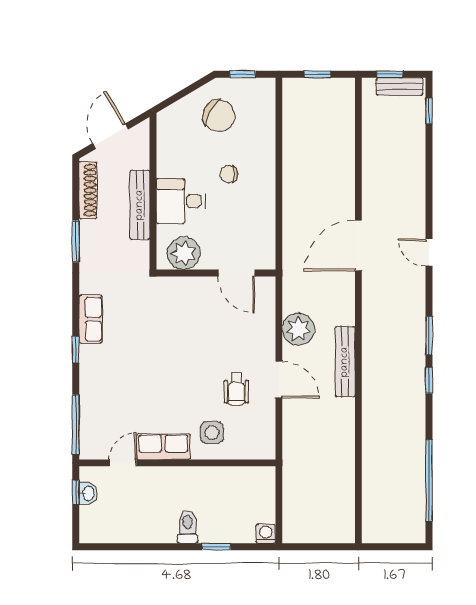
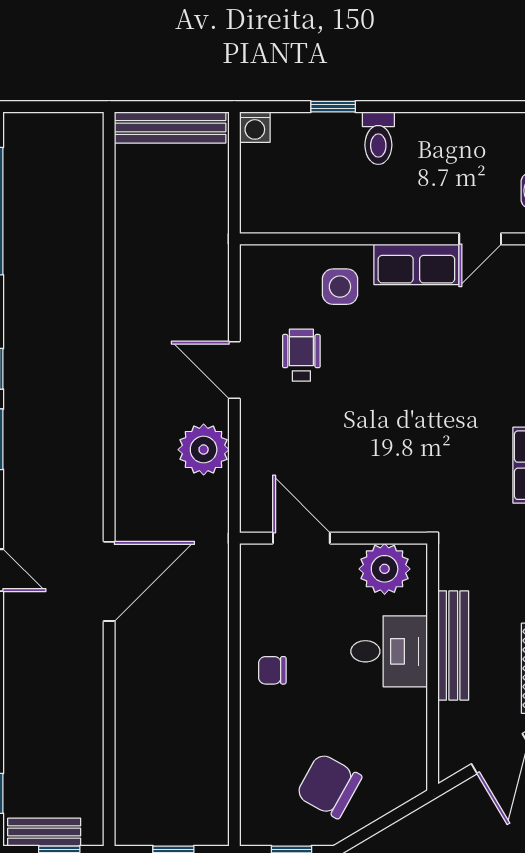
chair: (229, 174) -> (272, 670), moved, turned 180
bench: (345, 362) -> (170, 127), moved, turned 90

